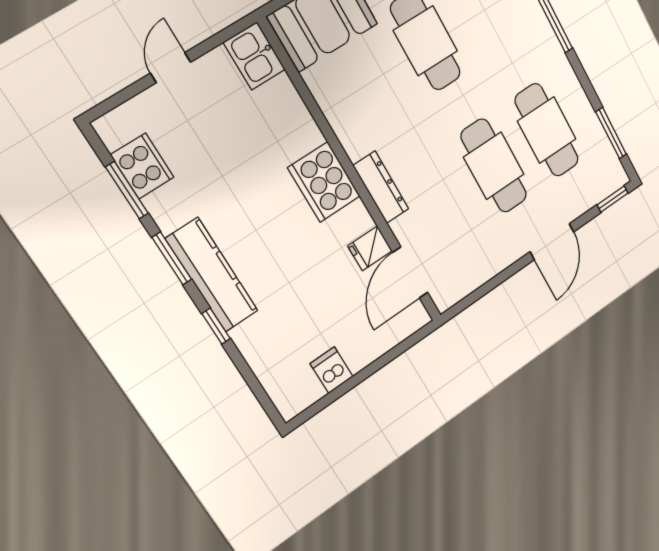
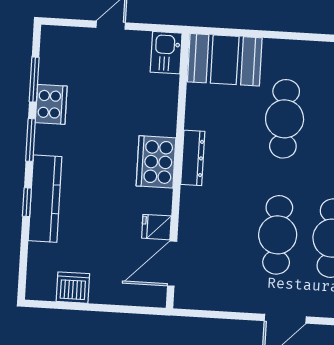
cooker: (142, 166) -> (51, 104), moved
dresser: (381, 187) -> (193, 158), moved
kitchen counter: (212, 275) -> (45, 199), moved
dishwasher: (332, 370) -> (73, 288), width x1.38

